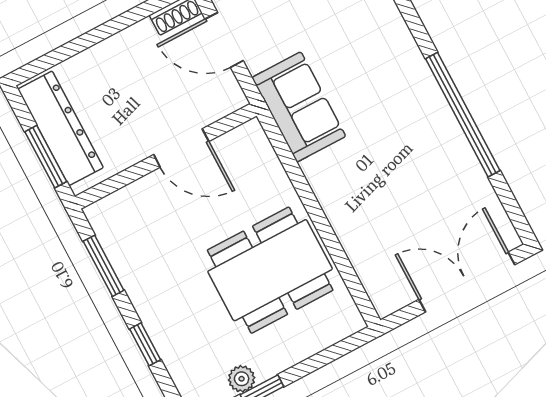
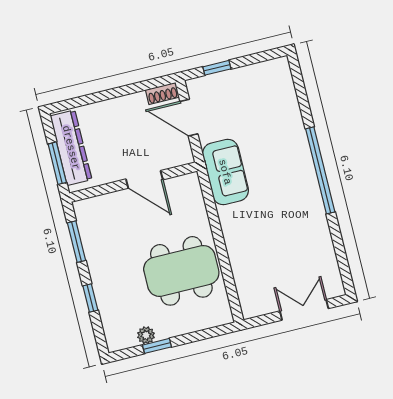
window: (463, 115) -> (320, 170), moved
double door: (467, 282) -> (304, 310), width x0.73

